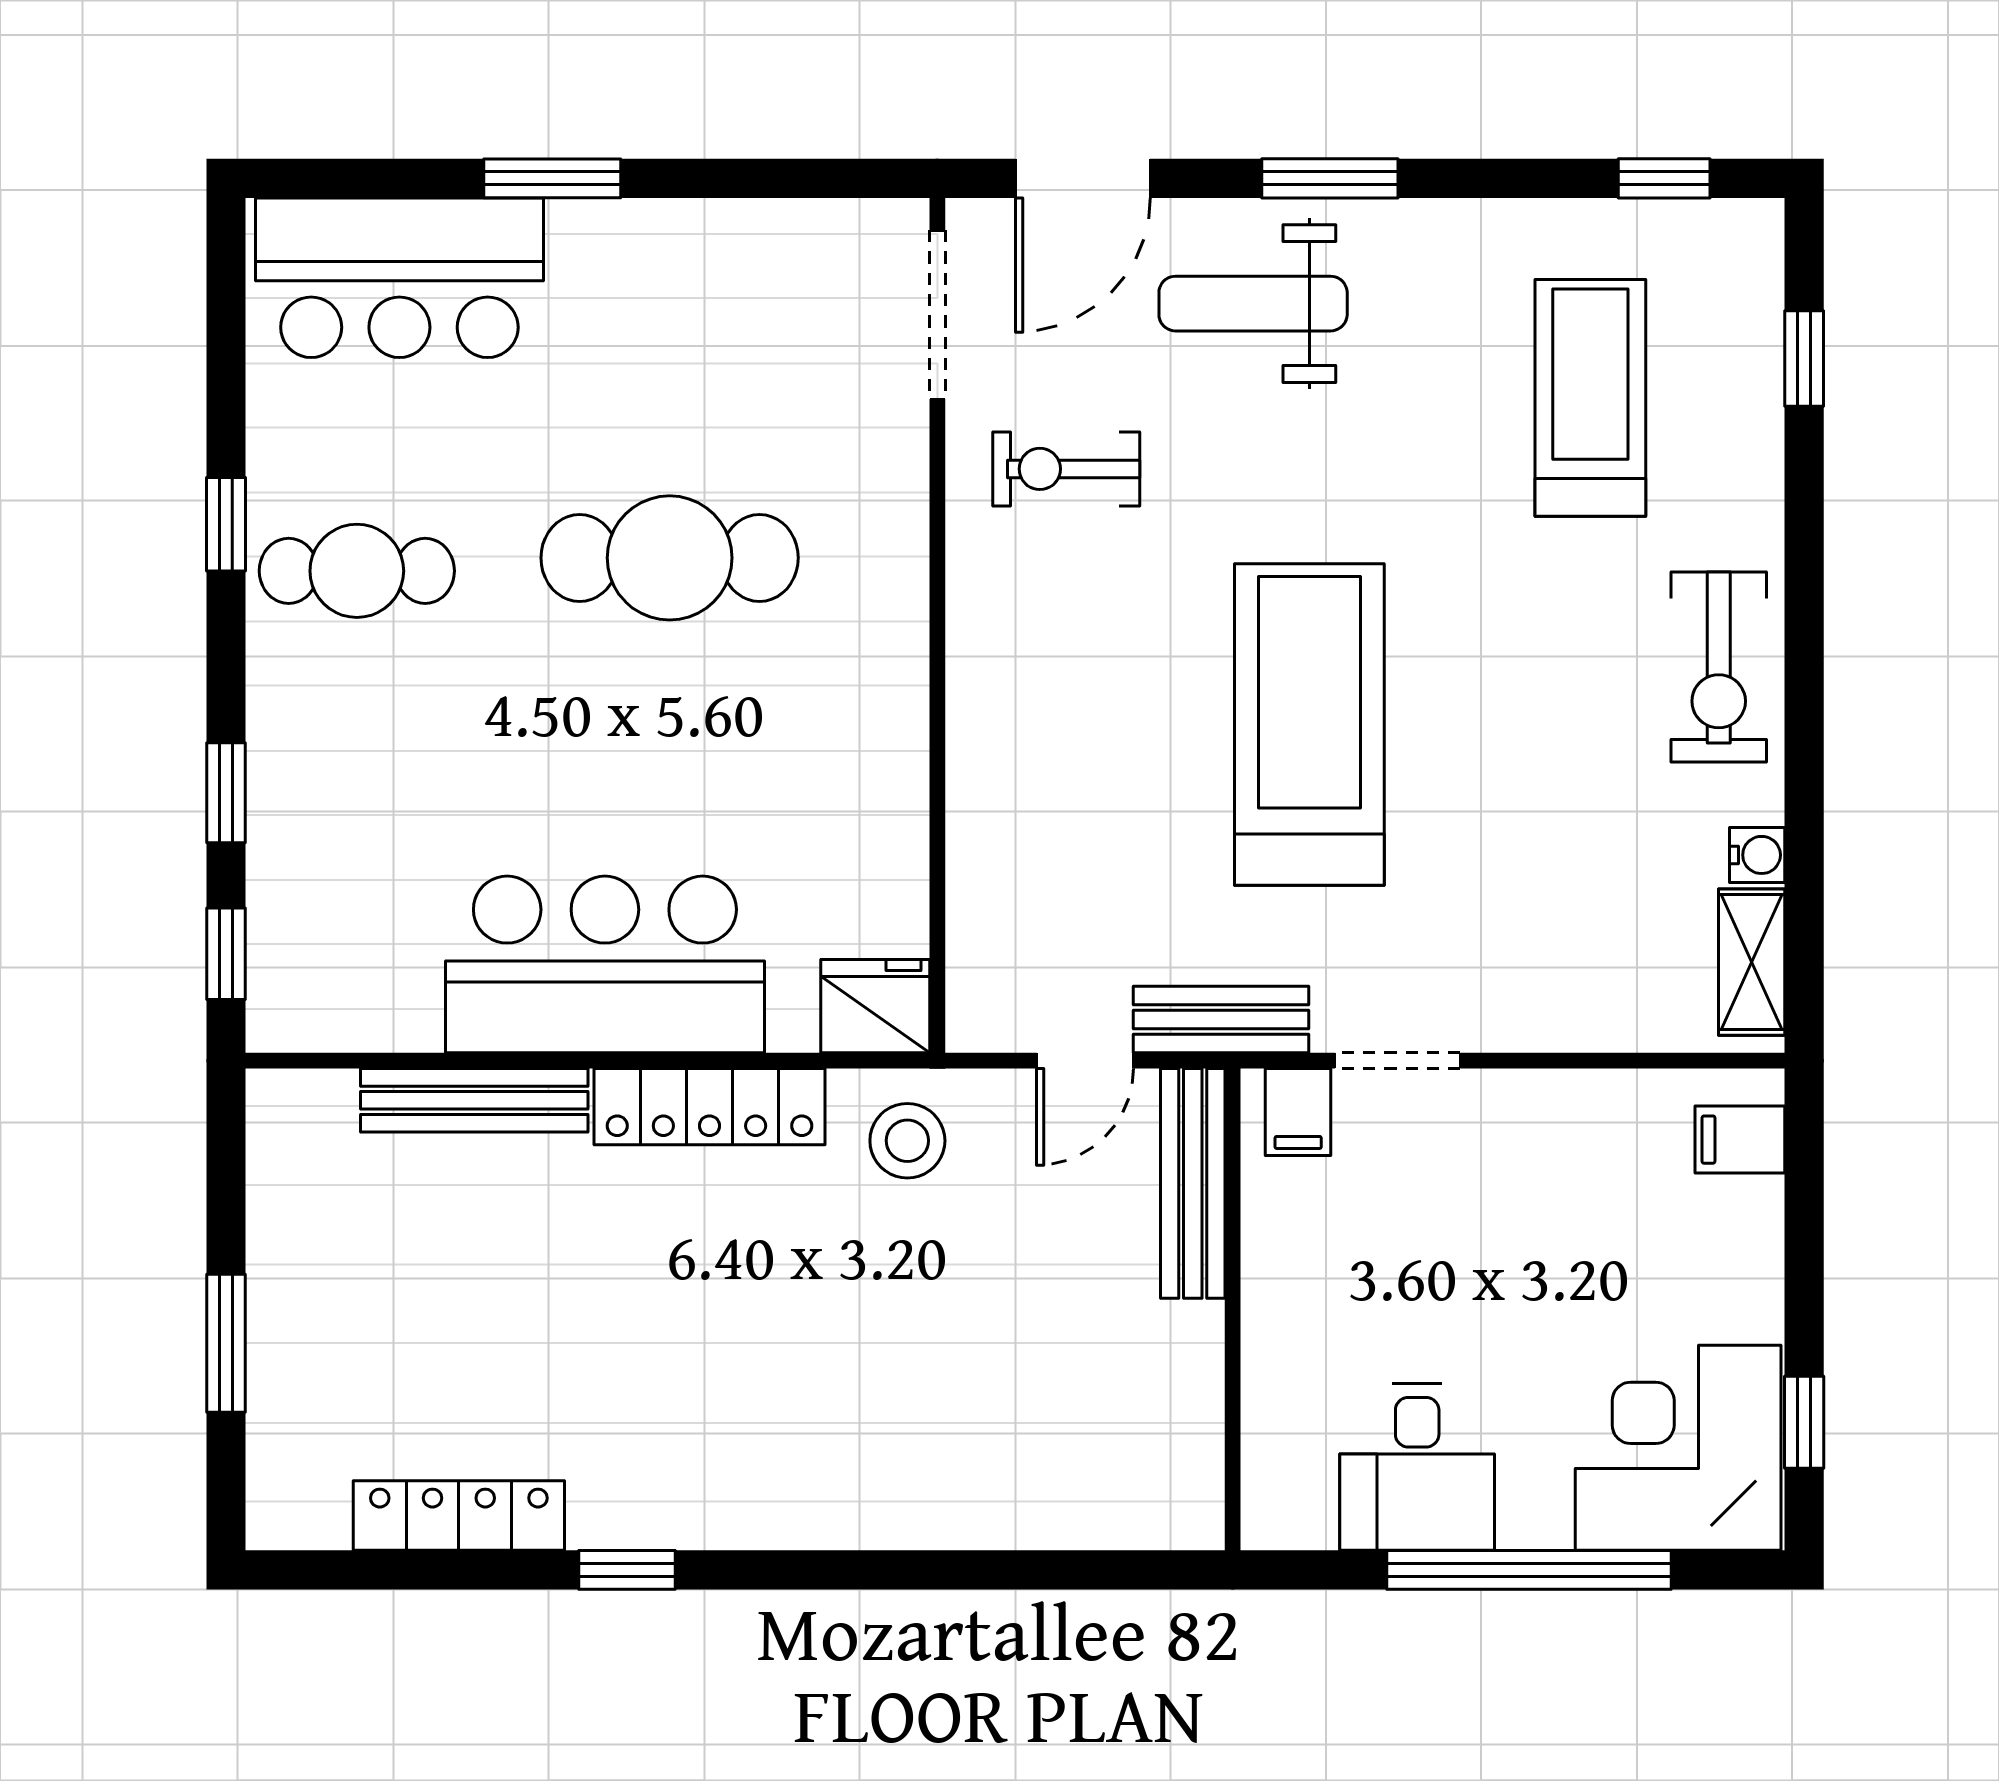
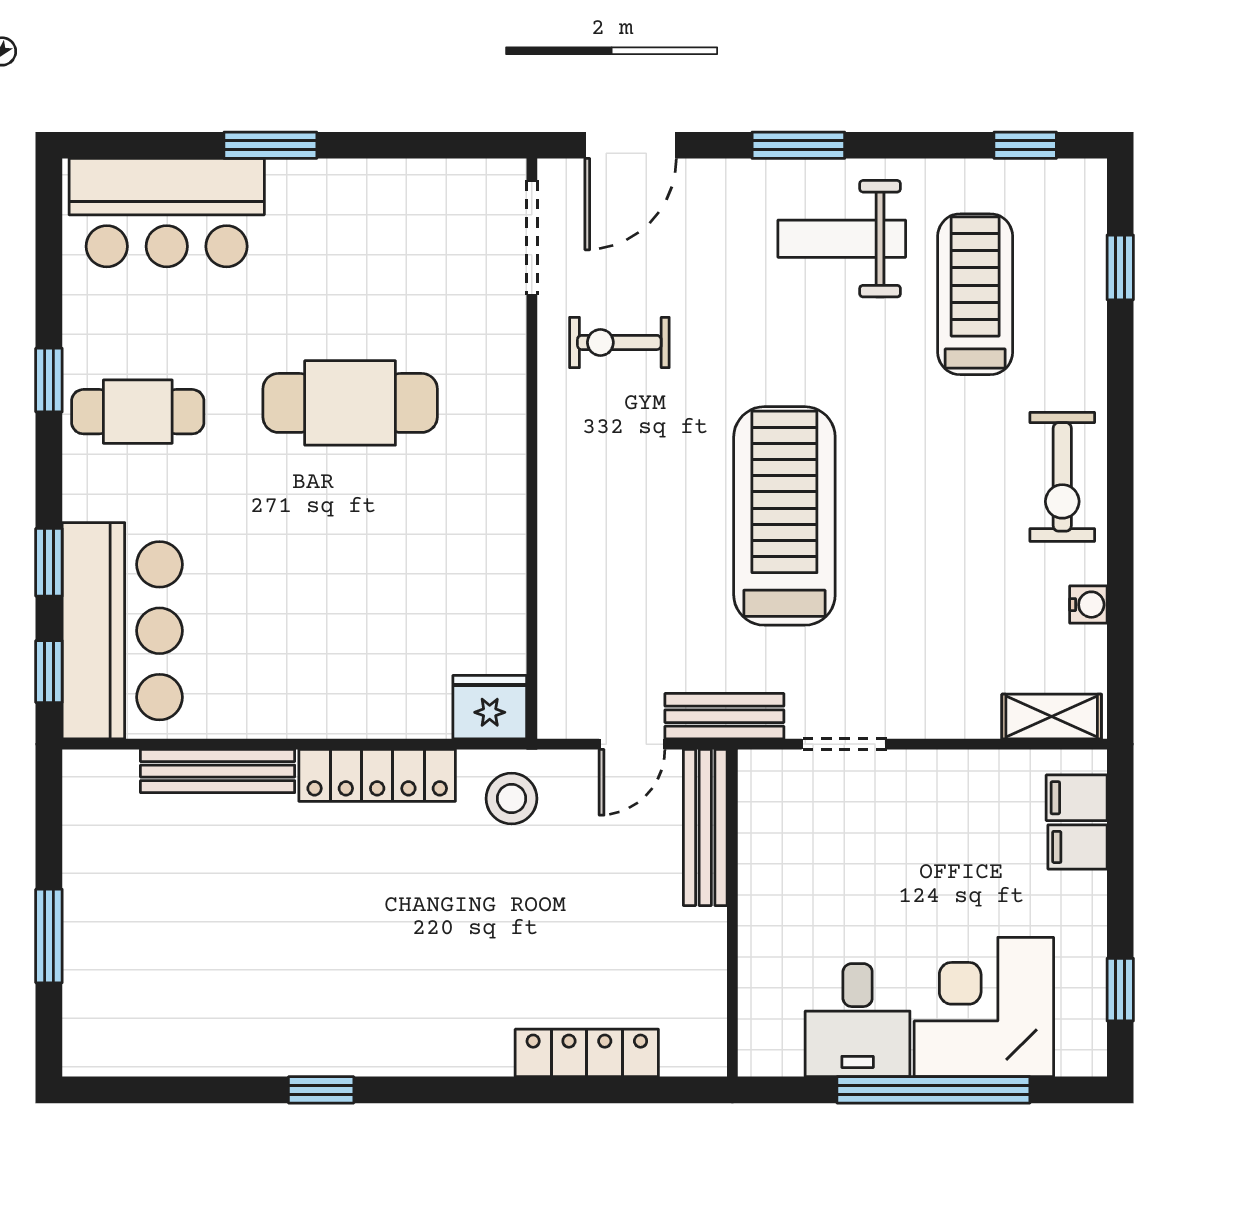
weight bench: (1253, 304) -> (842, 239), moved
shelving: (1752, 962) -> (1052, 717), moved, turned 90
bar counter: (605, 964) -> (122, 631), moved, turned 90
filing cabinet: (1298, 1112) -> (1077, 847), moved, turned 90
corner desk: (1678, 1448) -> (984, 1007), moved
locker: (459, 1516) -> (587, 1053), moved

